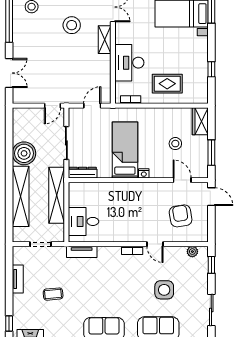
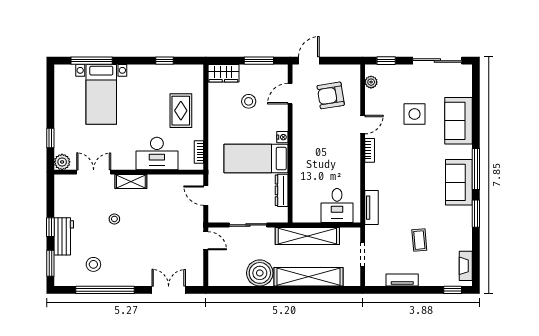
stool: (72, 25) -> (114, 219), width x0.53, depth x0.53
dresser: (83, 173) -> (282, 190), moved
sliding door: (211, 310) -> (437, 61), width x1.37

